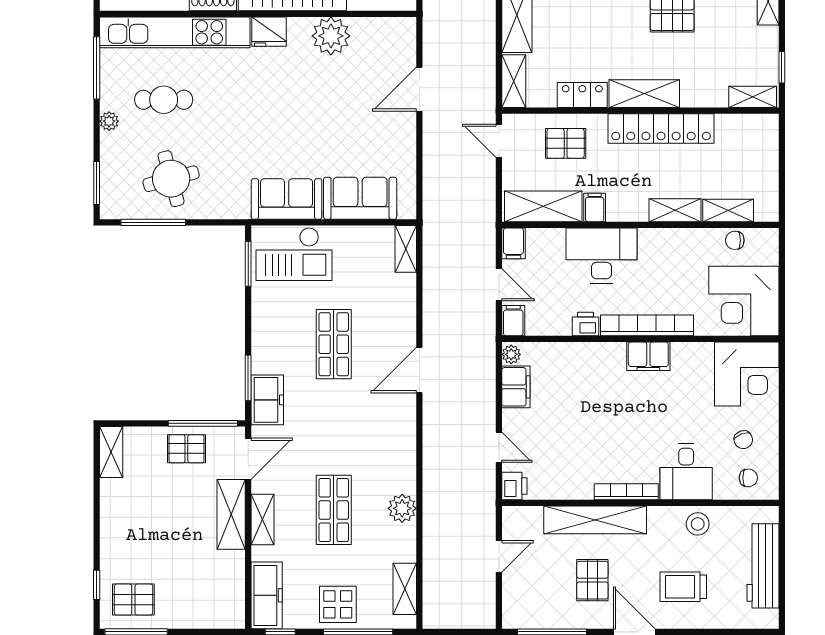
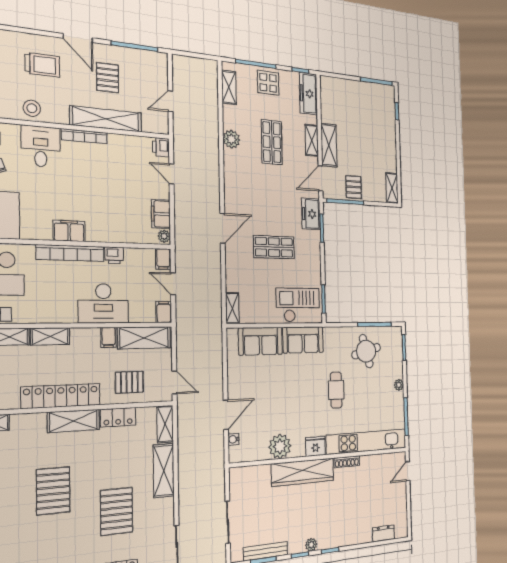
water cooler: (408, 52) -> (233, 439), added
cafe table: (164, 100) -> (336, 390), moved, turned 90
shop shelf: (334, 344) -> (274, 247), turned 90
pallet: (186, 449) -> (354, 187), turned 90
pallet: (133, 600) -> (378, 100), removed

